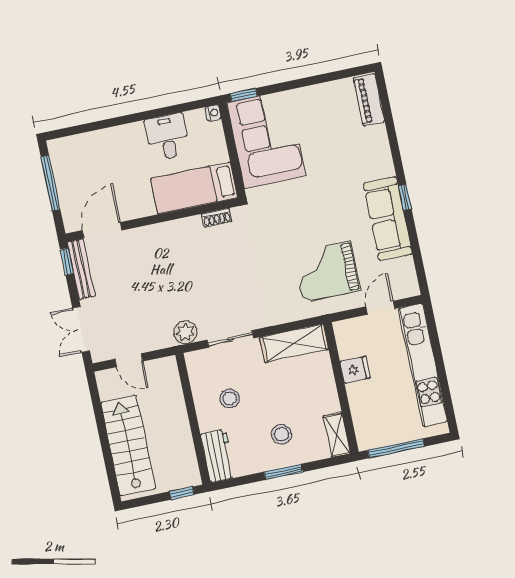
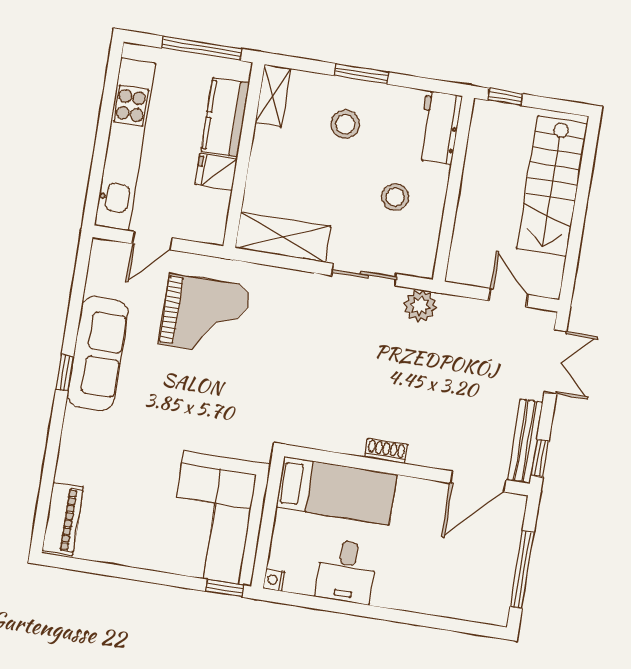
shoe rack: (217, 218) -> (386, 451), moved
kitchen counter: (363, 408) -> (225, 117), added

